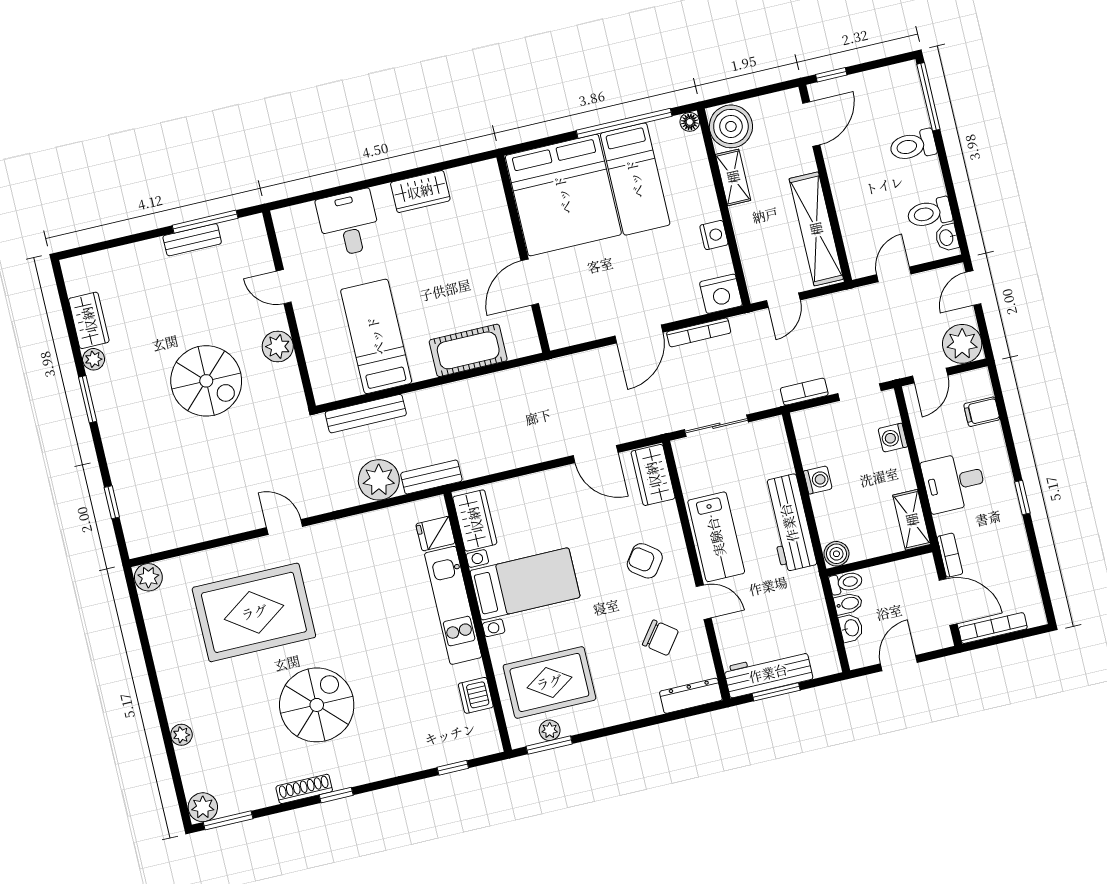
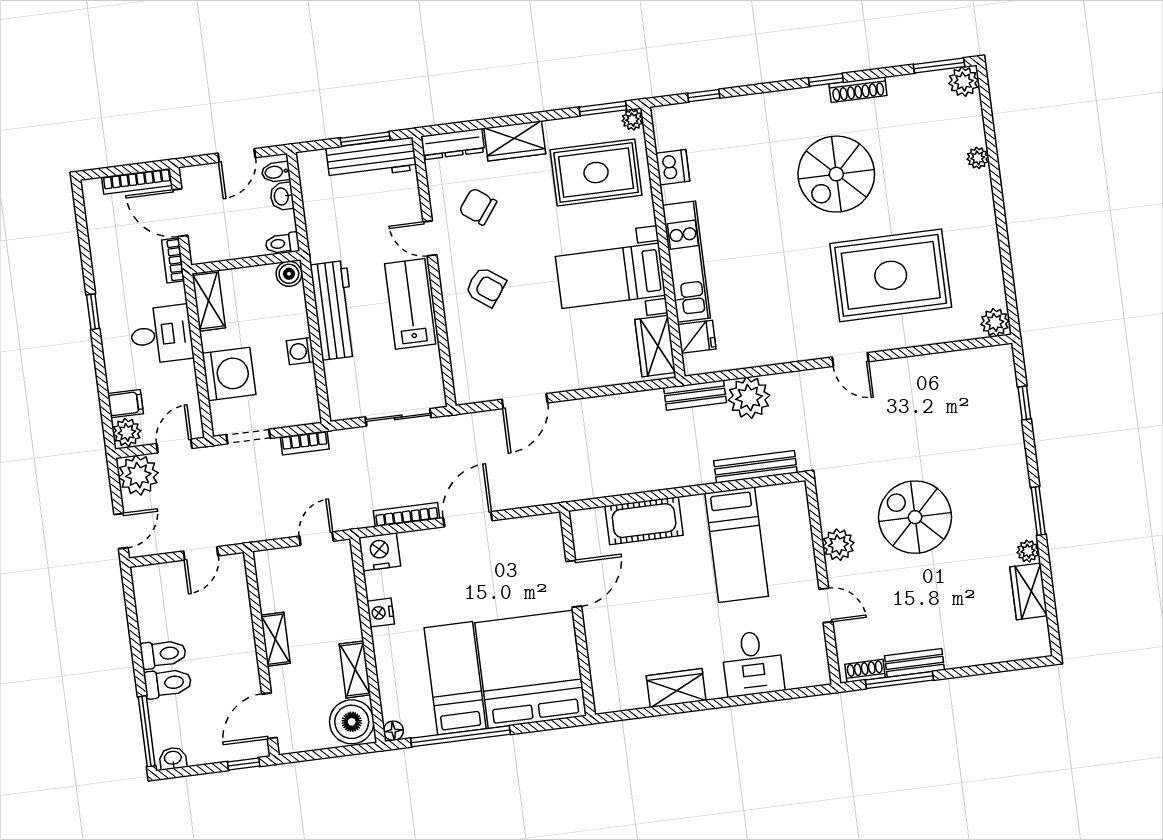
toilet: (930, 213) -> (163, 654), moved
shoe rack: (239, 227) -> (865, 671), added
shelving: (816, 229) -> (275, 639), width x0.45, depth x0.75
washbasin: (947, 237) -> (173, 758), moved, turned -90
plant: (978, 384) -> (127, 432), added
washing machine: (893, 438) -> (229, 374), width x1.89, depth x1.89
door: (596, 454) -> (525, 401), swing flipped
wardrobe: (653, 475) -> (515, 141), moved, turned 90
bidet: (848, 604) -> (276, 172), moved
plant: (550, 730) -> (632, 120), moved

